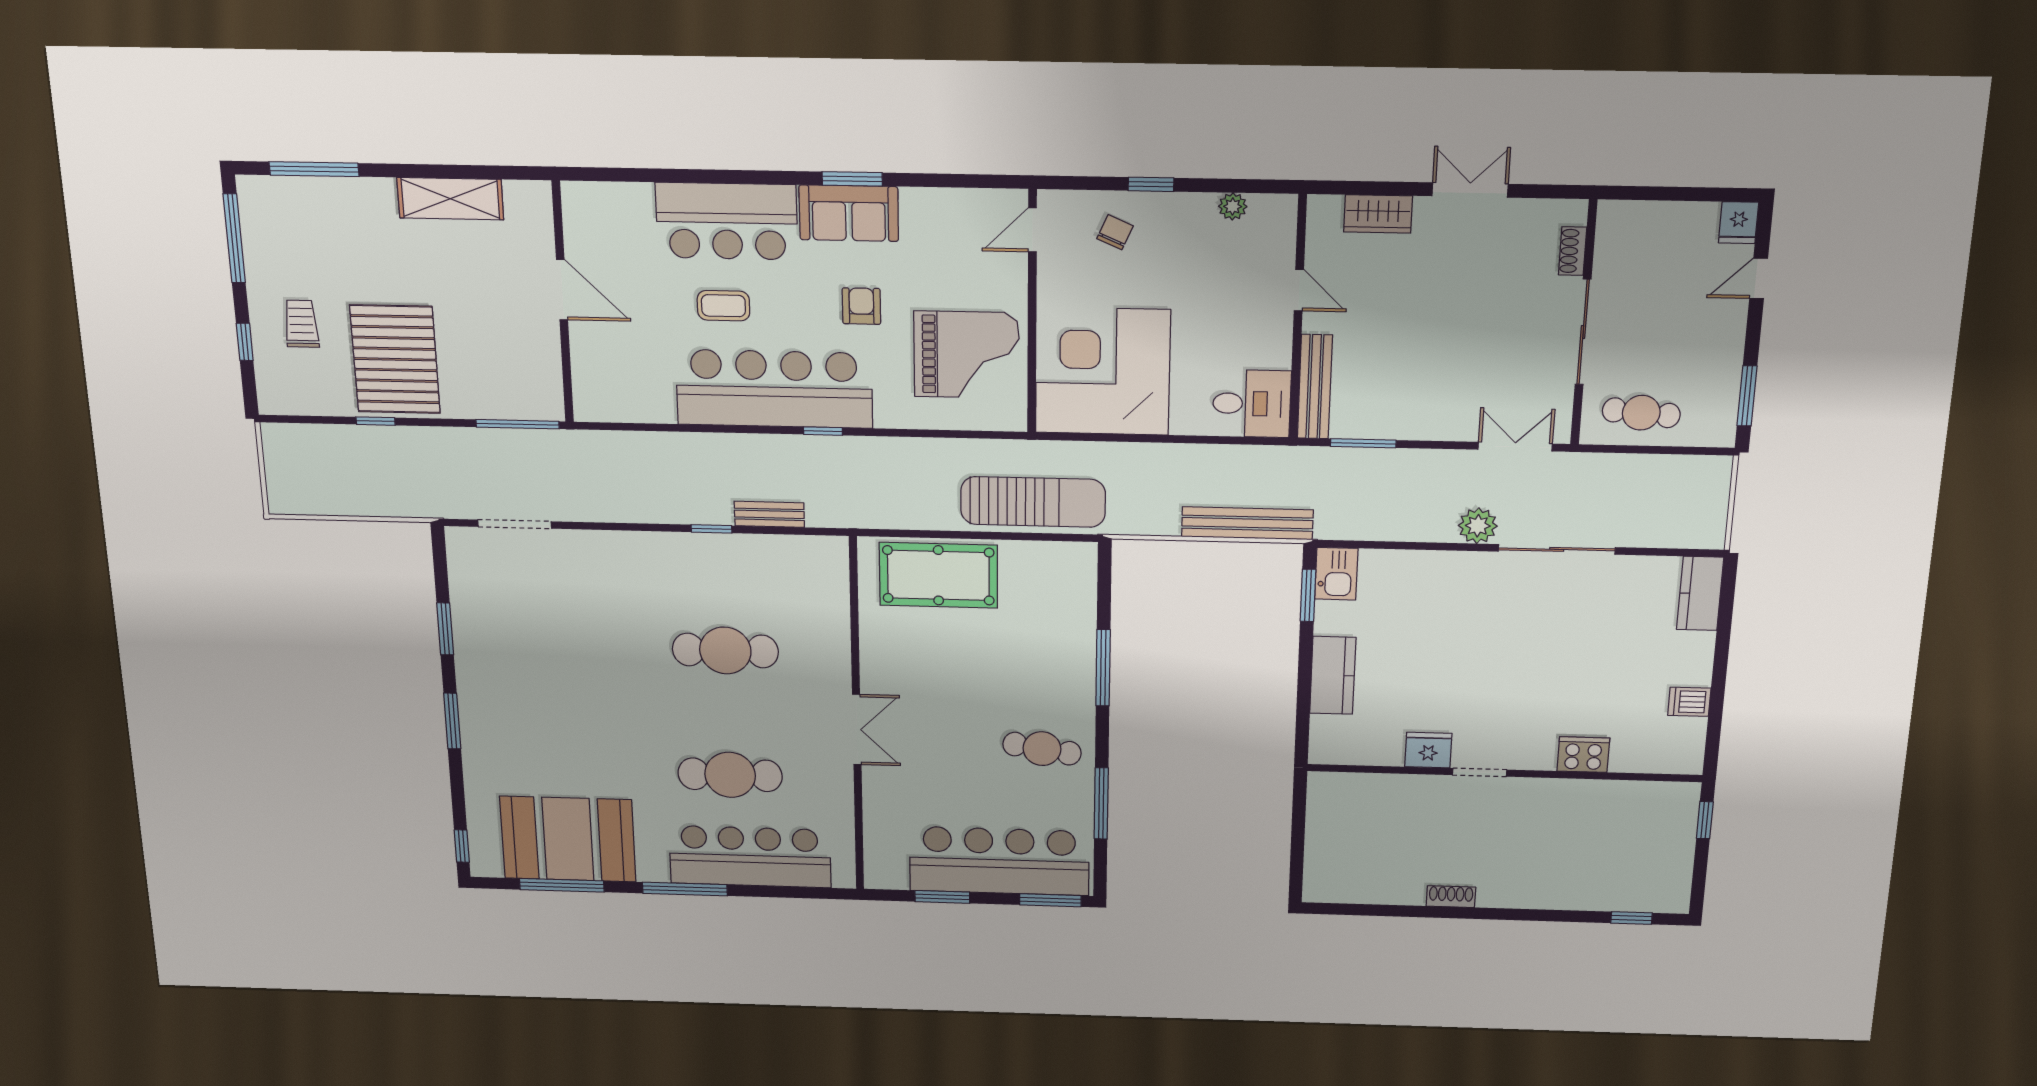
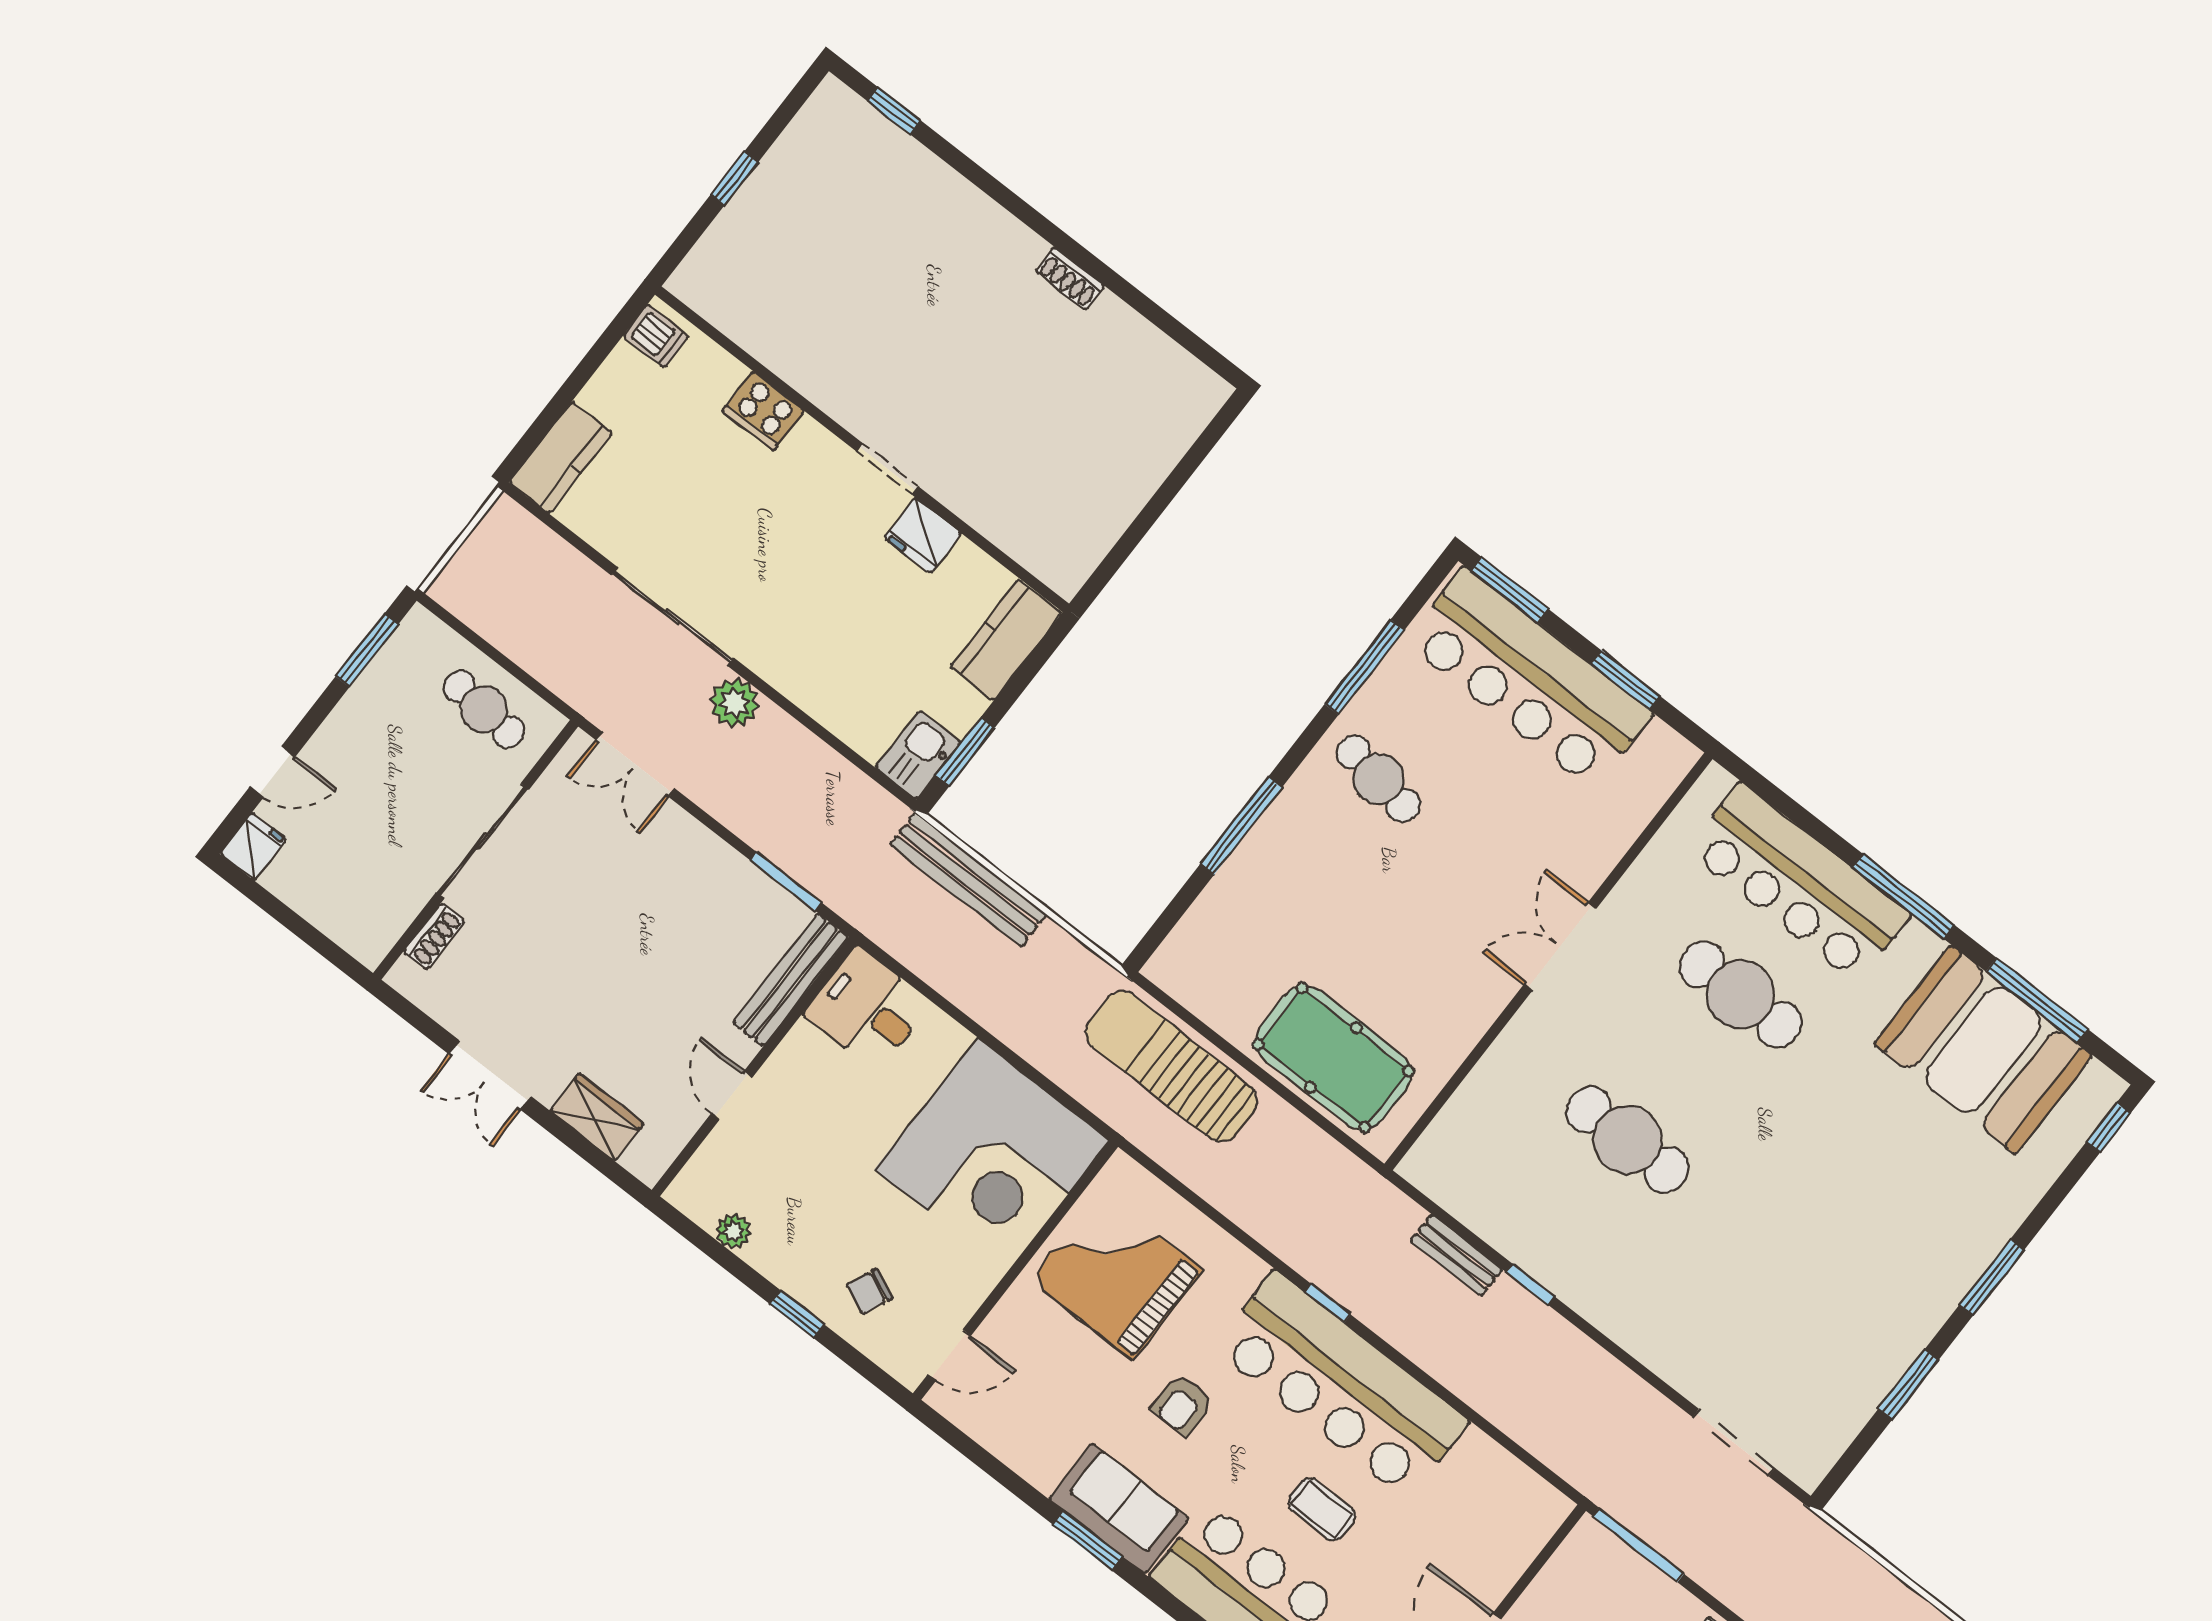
fridge: (1428, 750) -> (923, 536), moved
cooker: (1583, 755) -> (763, 411), moved
doorway: (1480, 772) -> (887, 469), moved
wall: (1504, 773) -> (862, 449), moved

